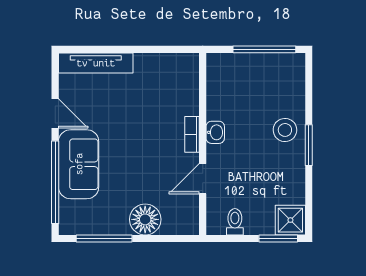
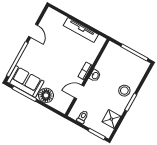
tv unit: (96, 63) -> (81, 30), moved
sofa: (79, 164) -> (25, 82), moved, turned -90
shower: (290, 220) -> (111, 119), moved

